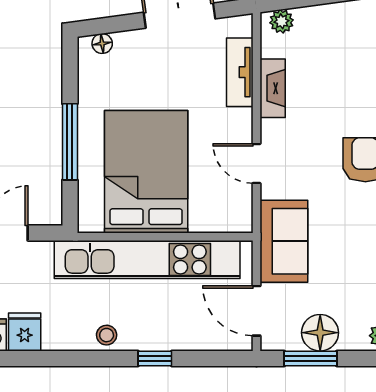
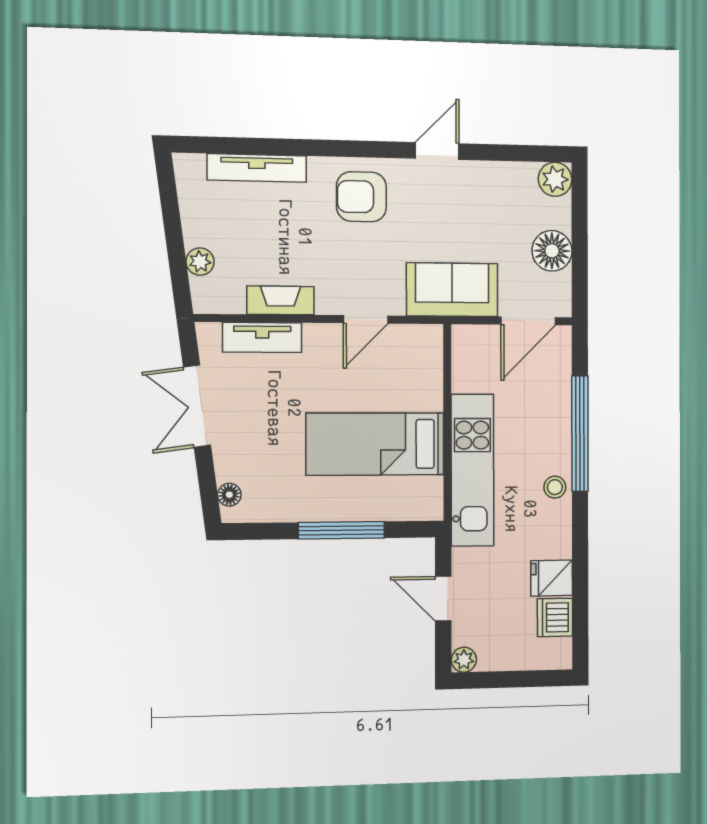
plant: (282, 21) -> (200, 262), moved
bed: (146, 172) -> (375, 444), width x0.67
kitchen unit: (147, 260) -> (472, 470), width x0.73
window: (155, 359) -> (580, 434), width x3.17
window: (310, 359) -> (580, 262), removed

